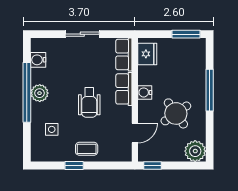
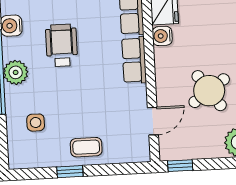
water cooler: (145, 92) -> (162, 36), moved
wheelchair: (89, 102) -> (62, 45), moved, turned 180

